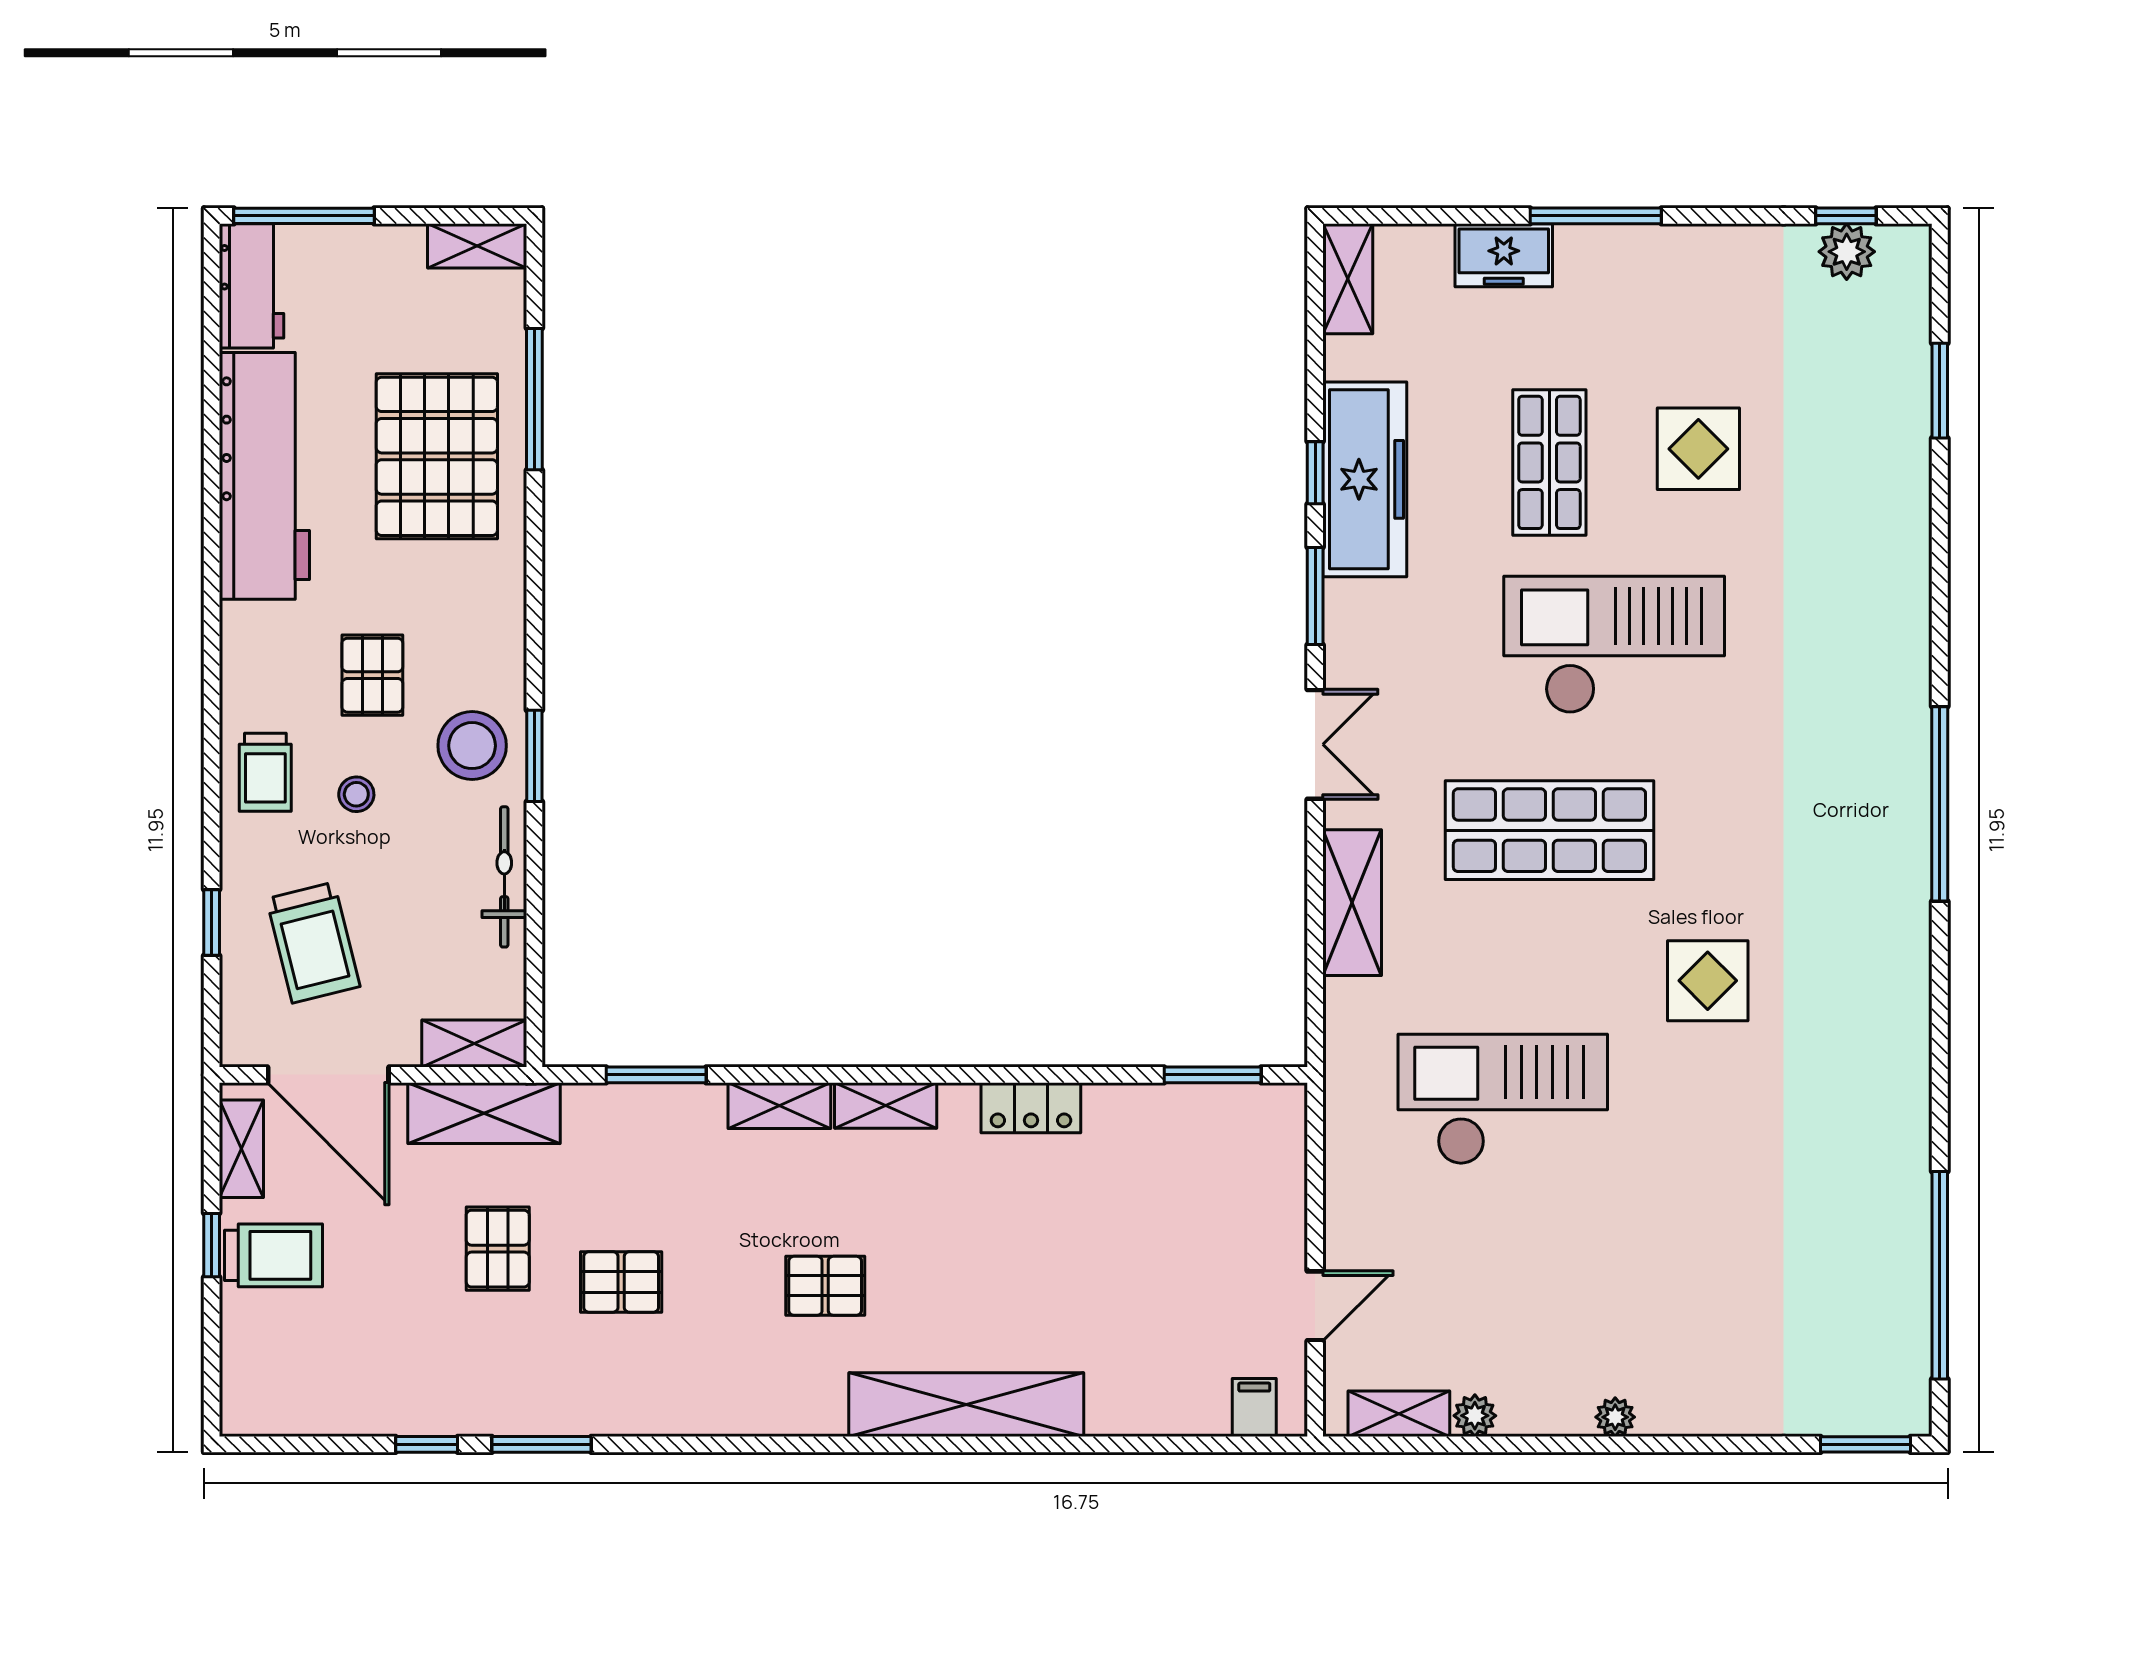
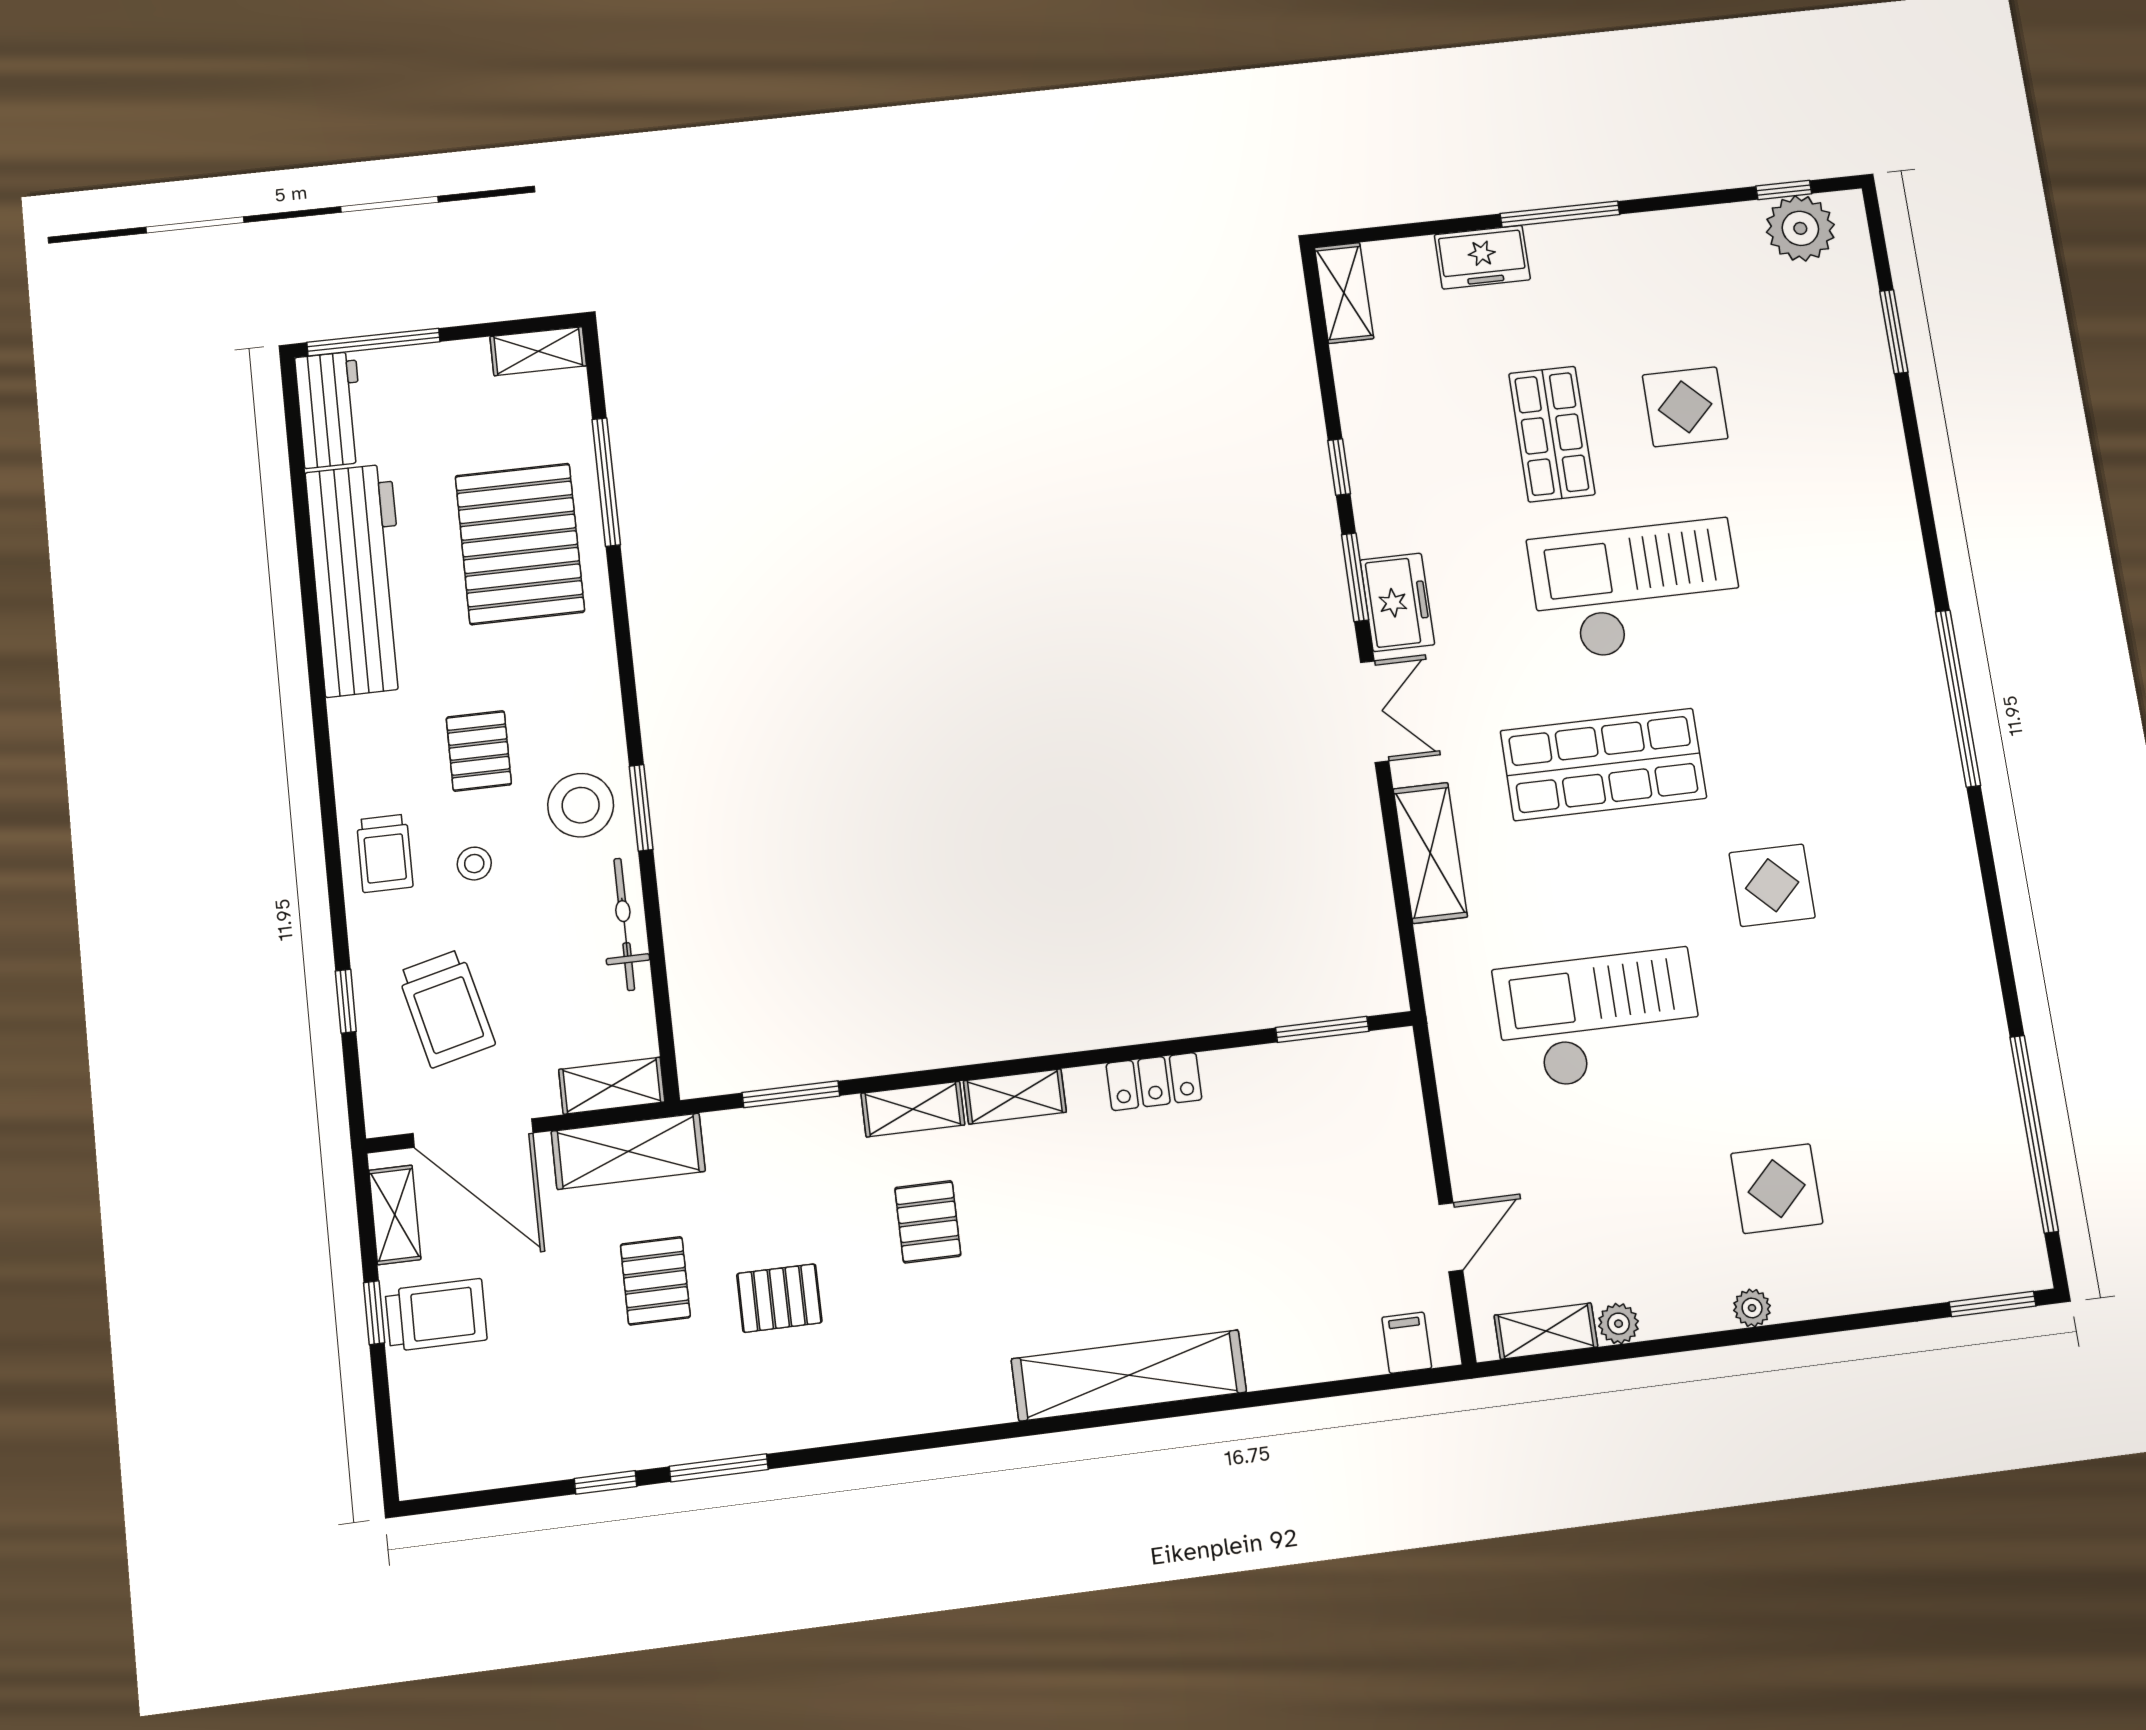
plant: (1847, 252) -> (1800, 228), width x1.36, depth x1.36
freezer: (1365, 479) -> (1397, 602), moved, width x0.52, depth x0.79
pallet: (825, 1286) -> (928, 1222), moved, turned 90
display table: (1661, 1298) -> (1777, 1189), added

